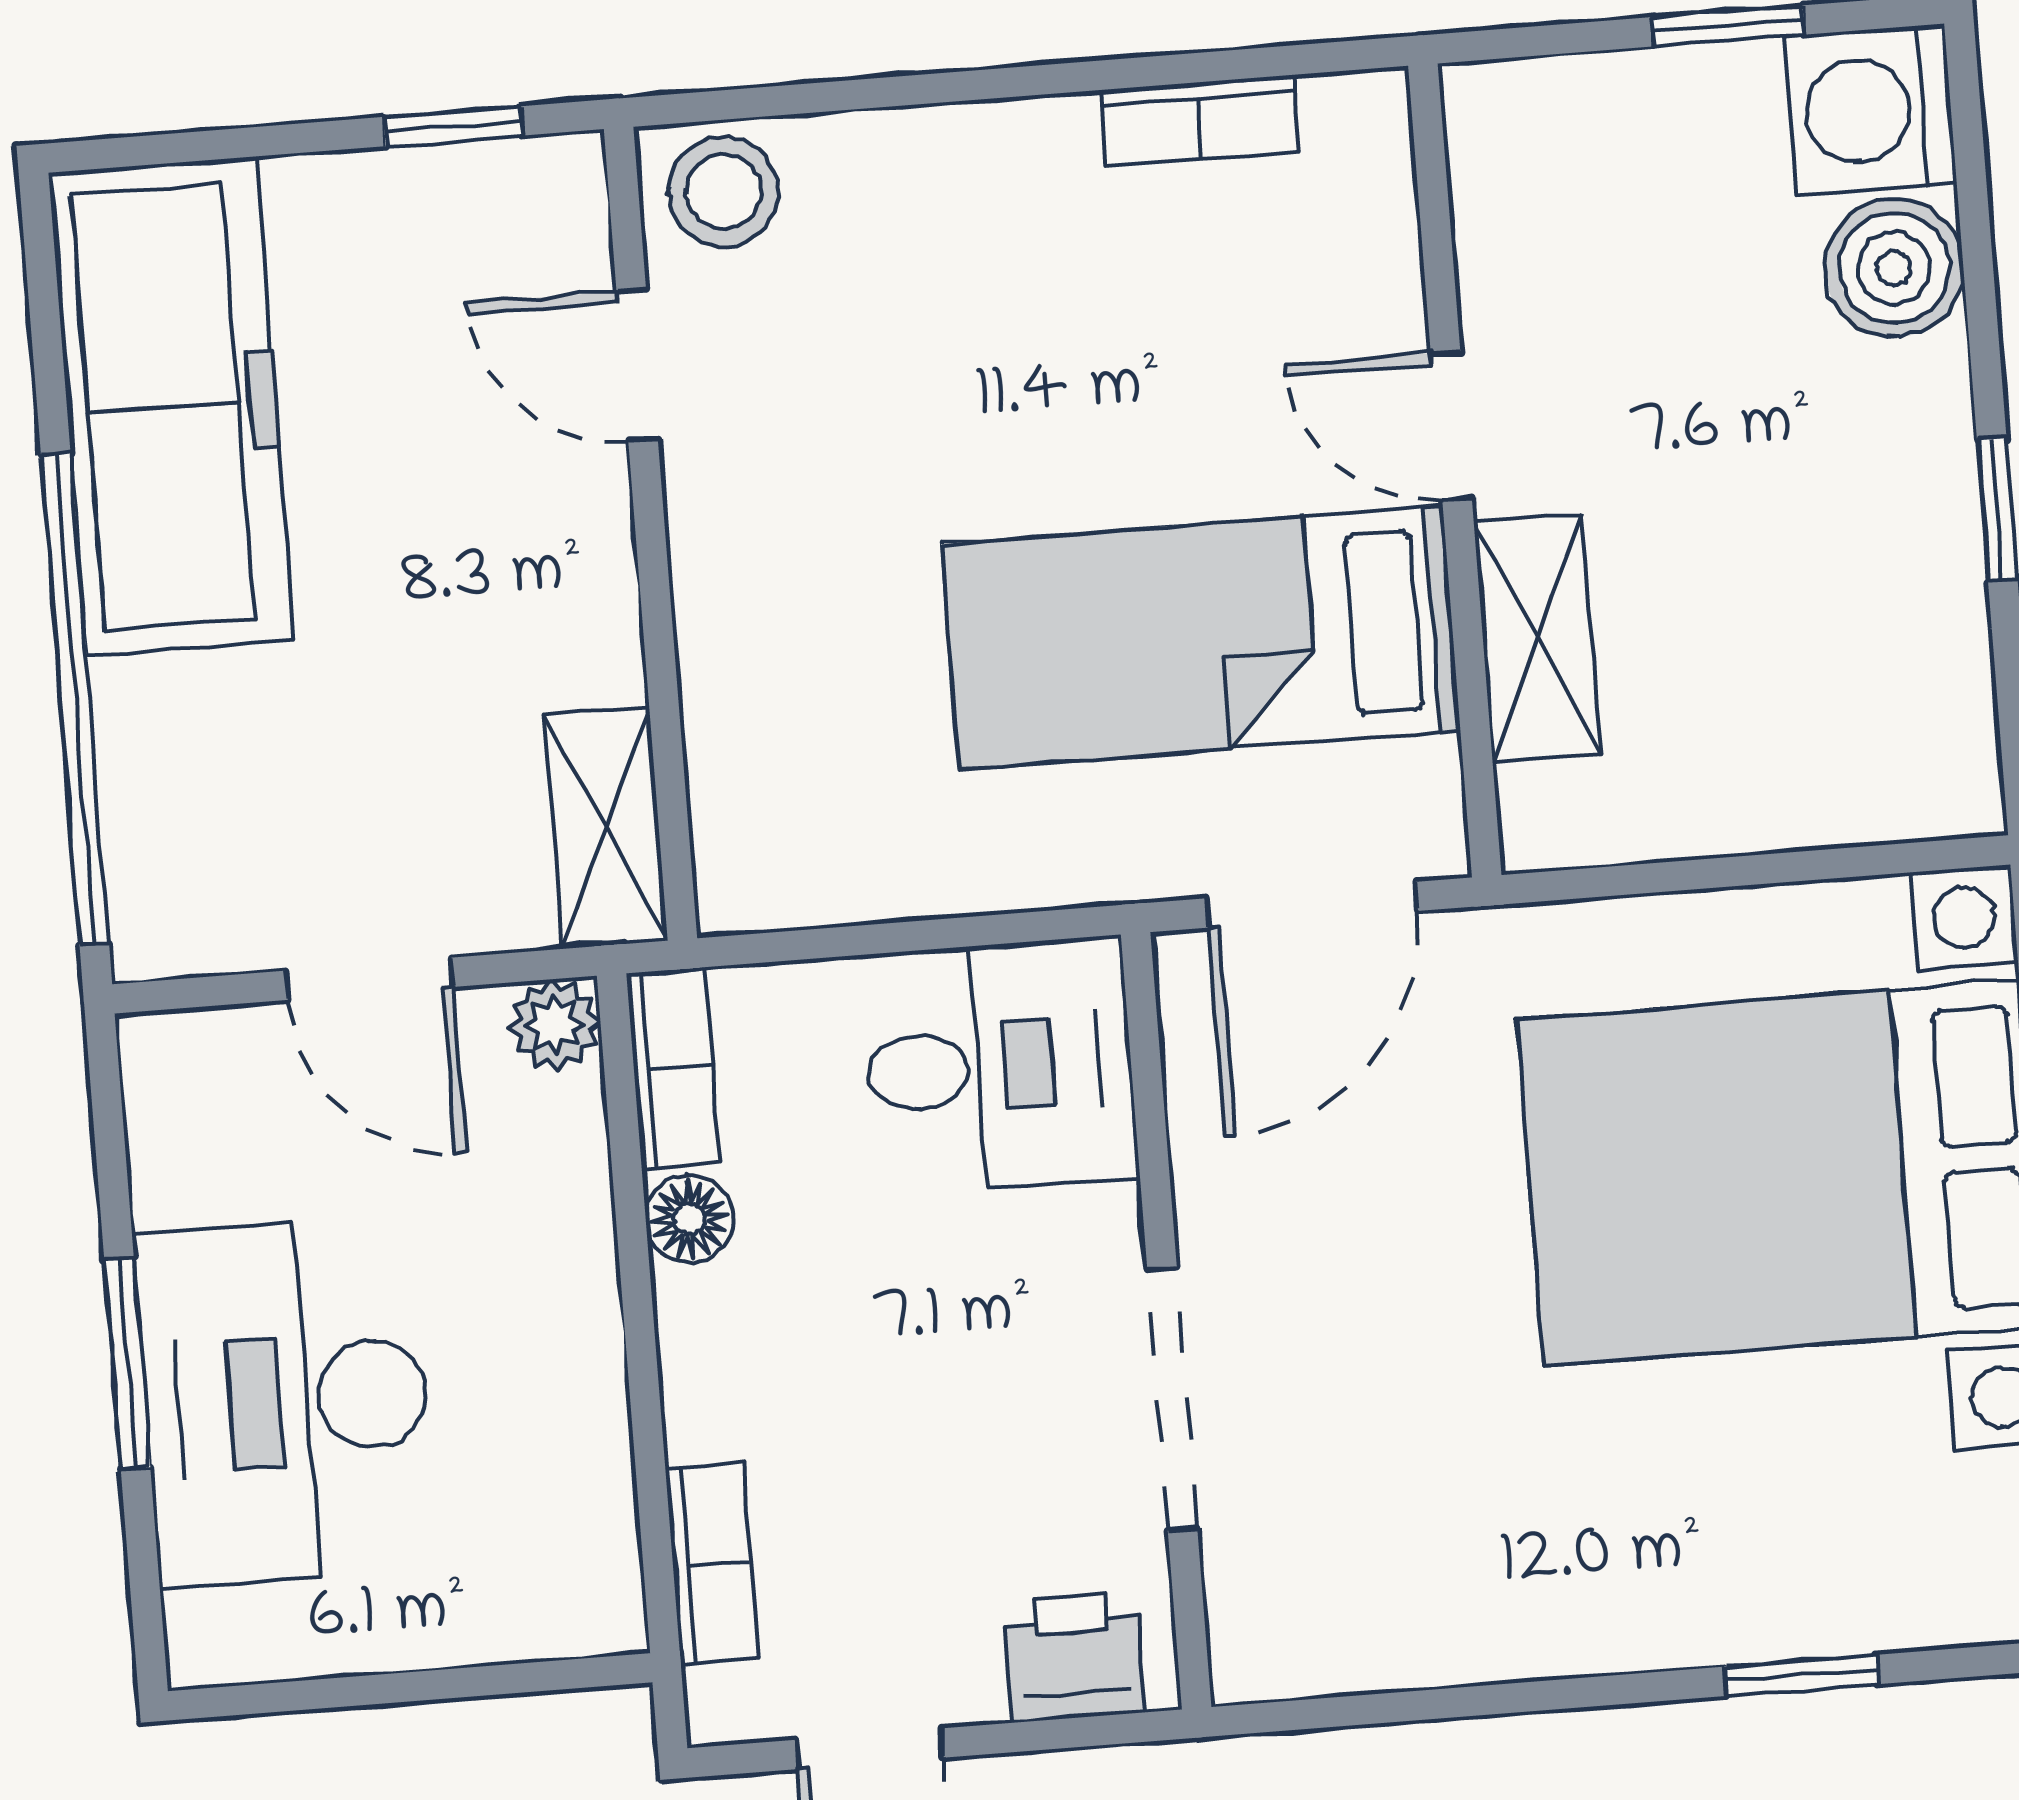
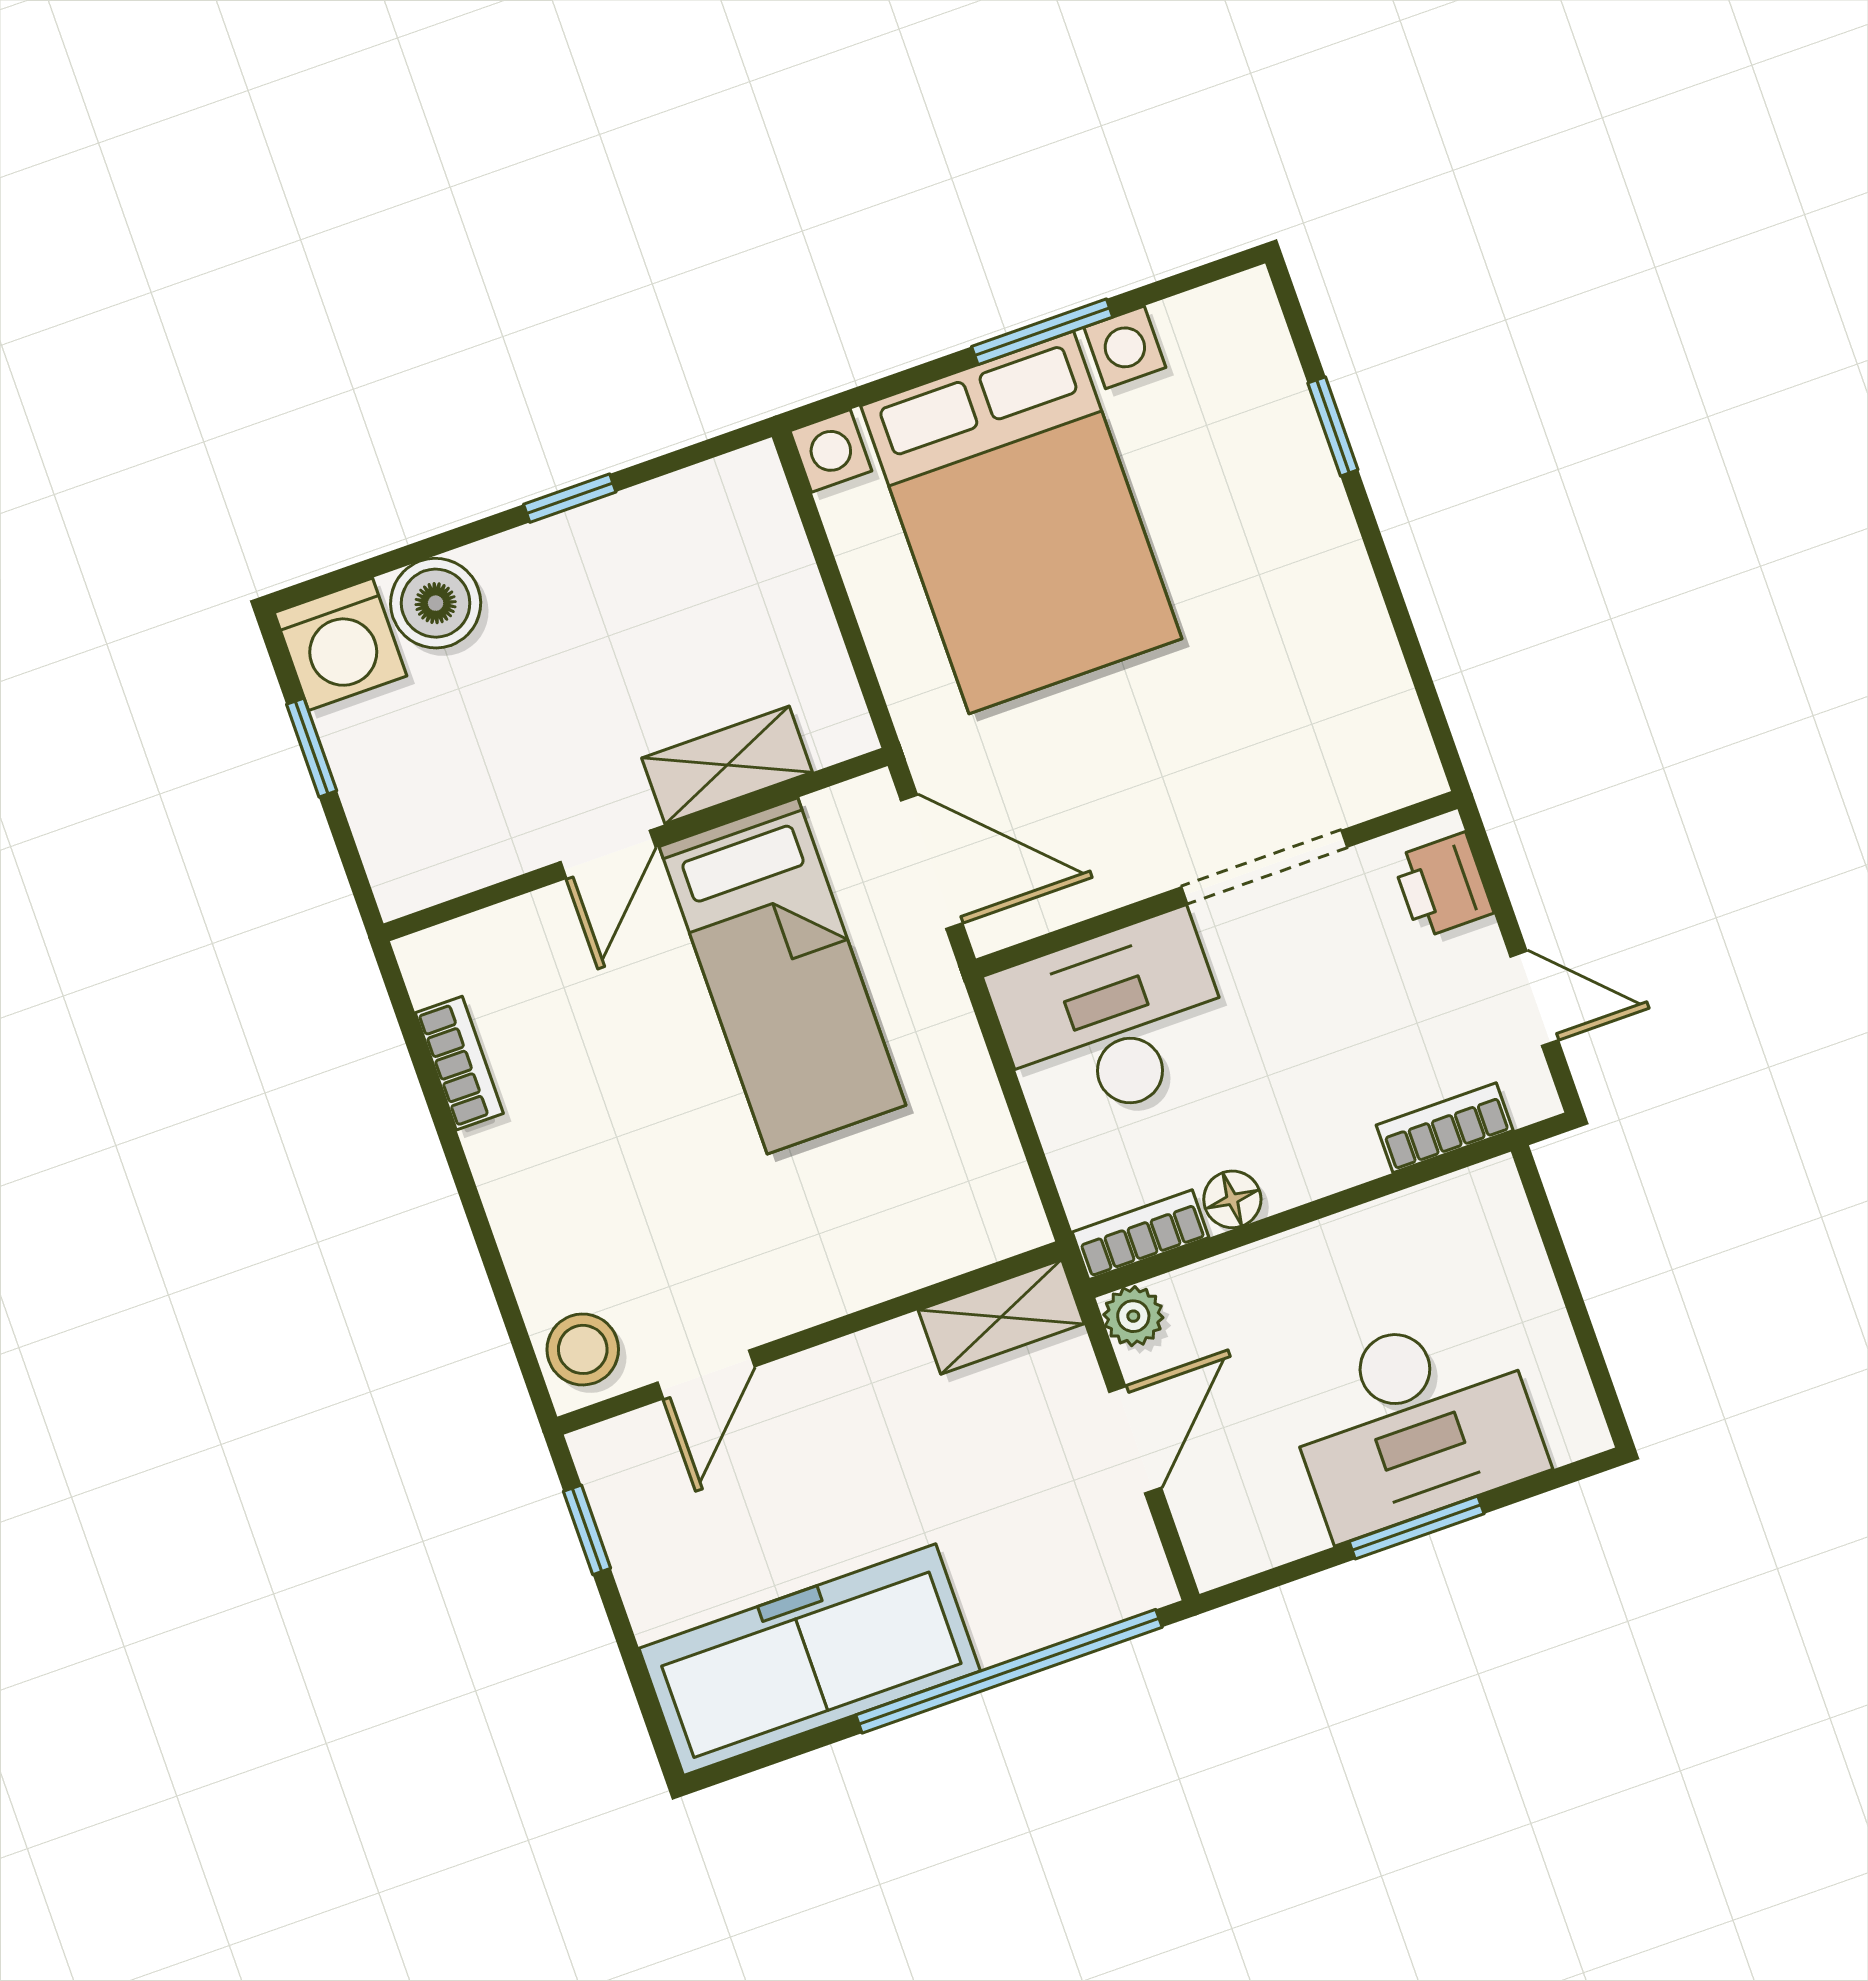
desk: (1000, 1066) -> (1112, 1021), width x1.37

